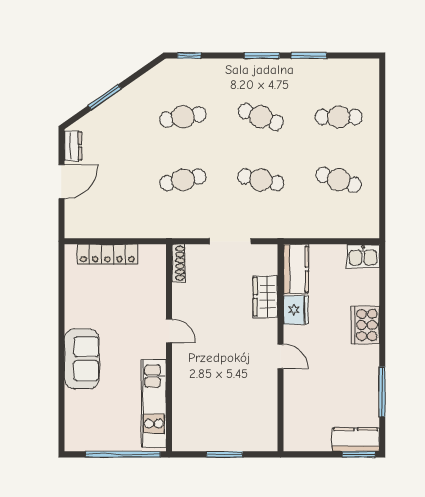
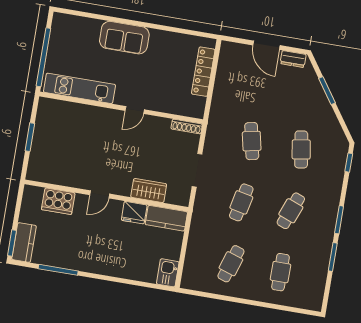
cooker: (365, 325) -> (58, 201), moved, turned 180

